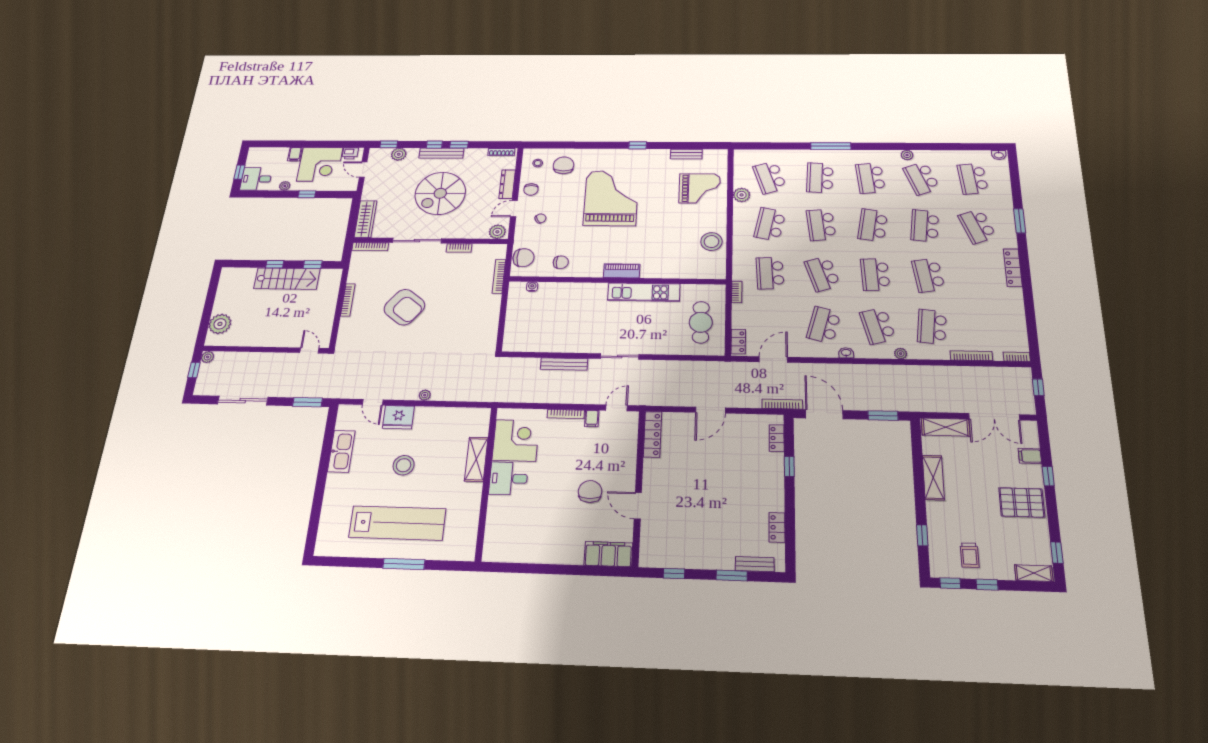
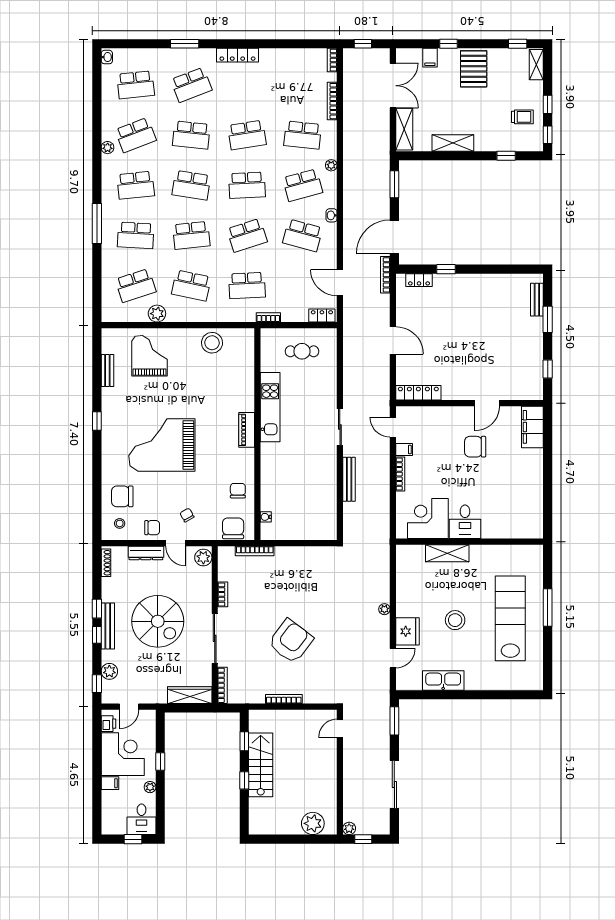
cafe table: (701, 322) -> (302, 351), width x0.73, depth x0.74
locker: (777, 527) -> (503, 280), removed

